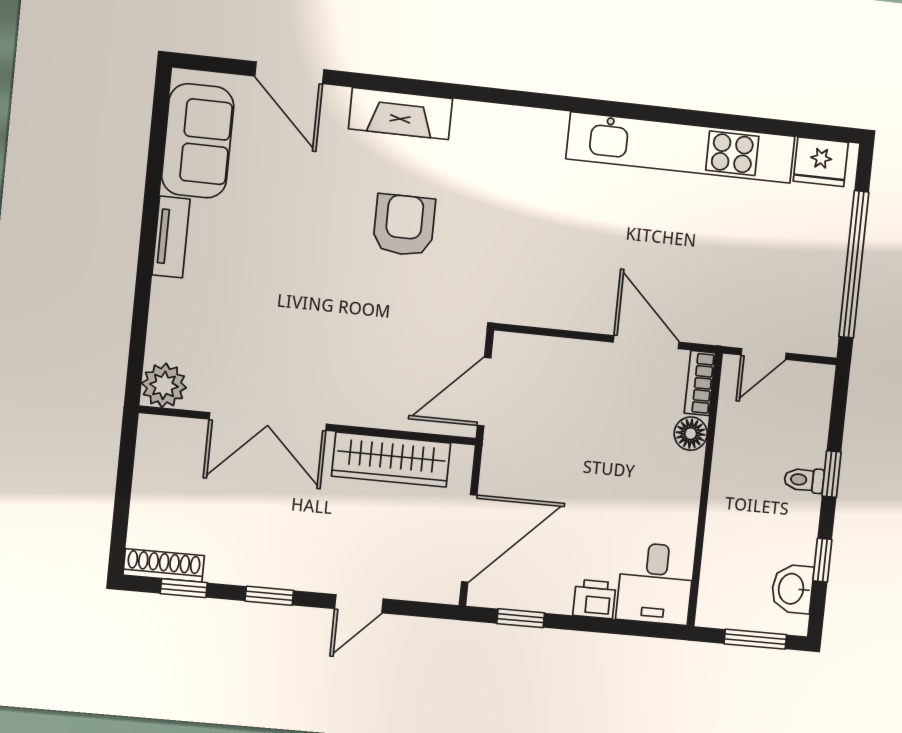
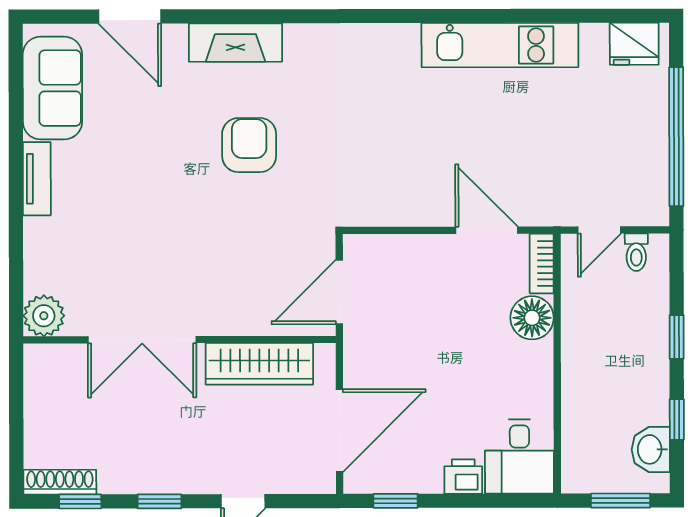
kitchen unit: (681, 148) -> (500, 45), width x0.73
floor lamp: (691, 434) -> (532, 318), width x1.38, depth x1.38
toilet: (804, 480) -> (636, 252), moved, turned -90

